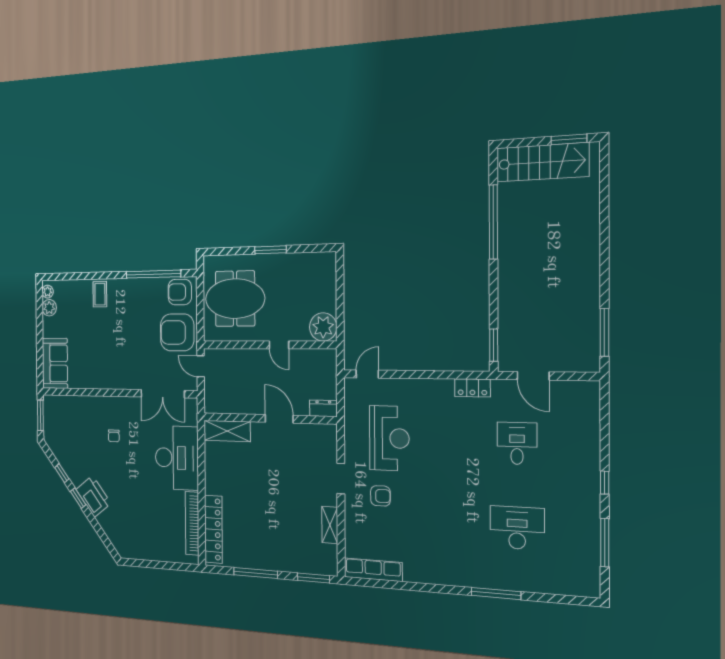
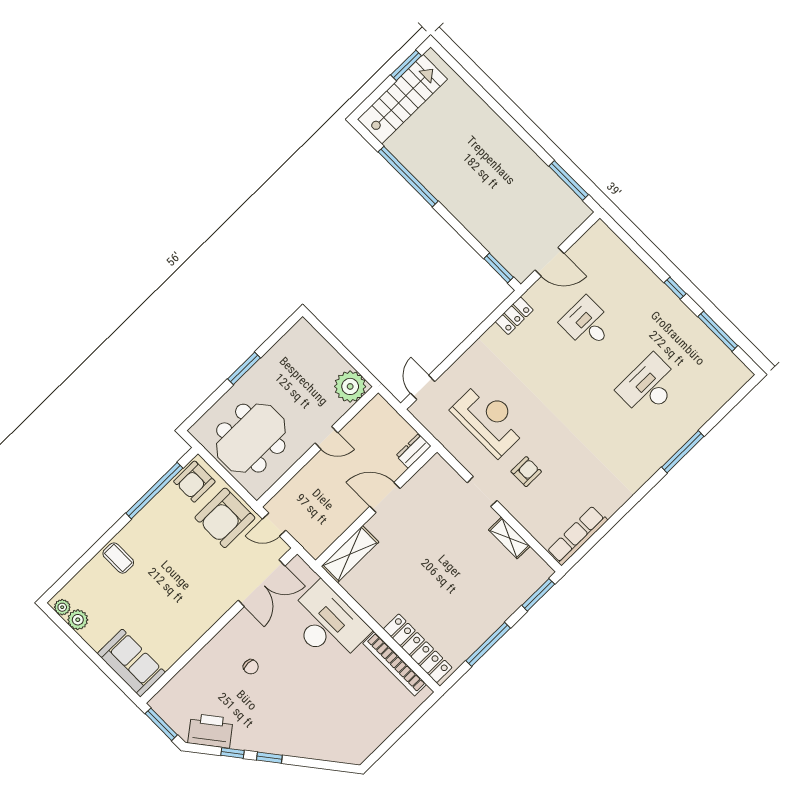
printer: (93, 496) -> (210, 731), moved

